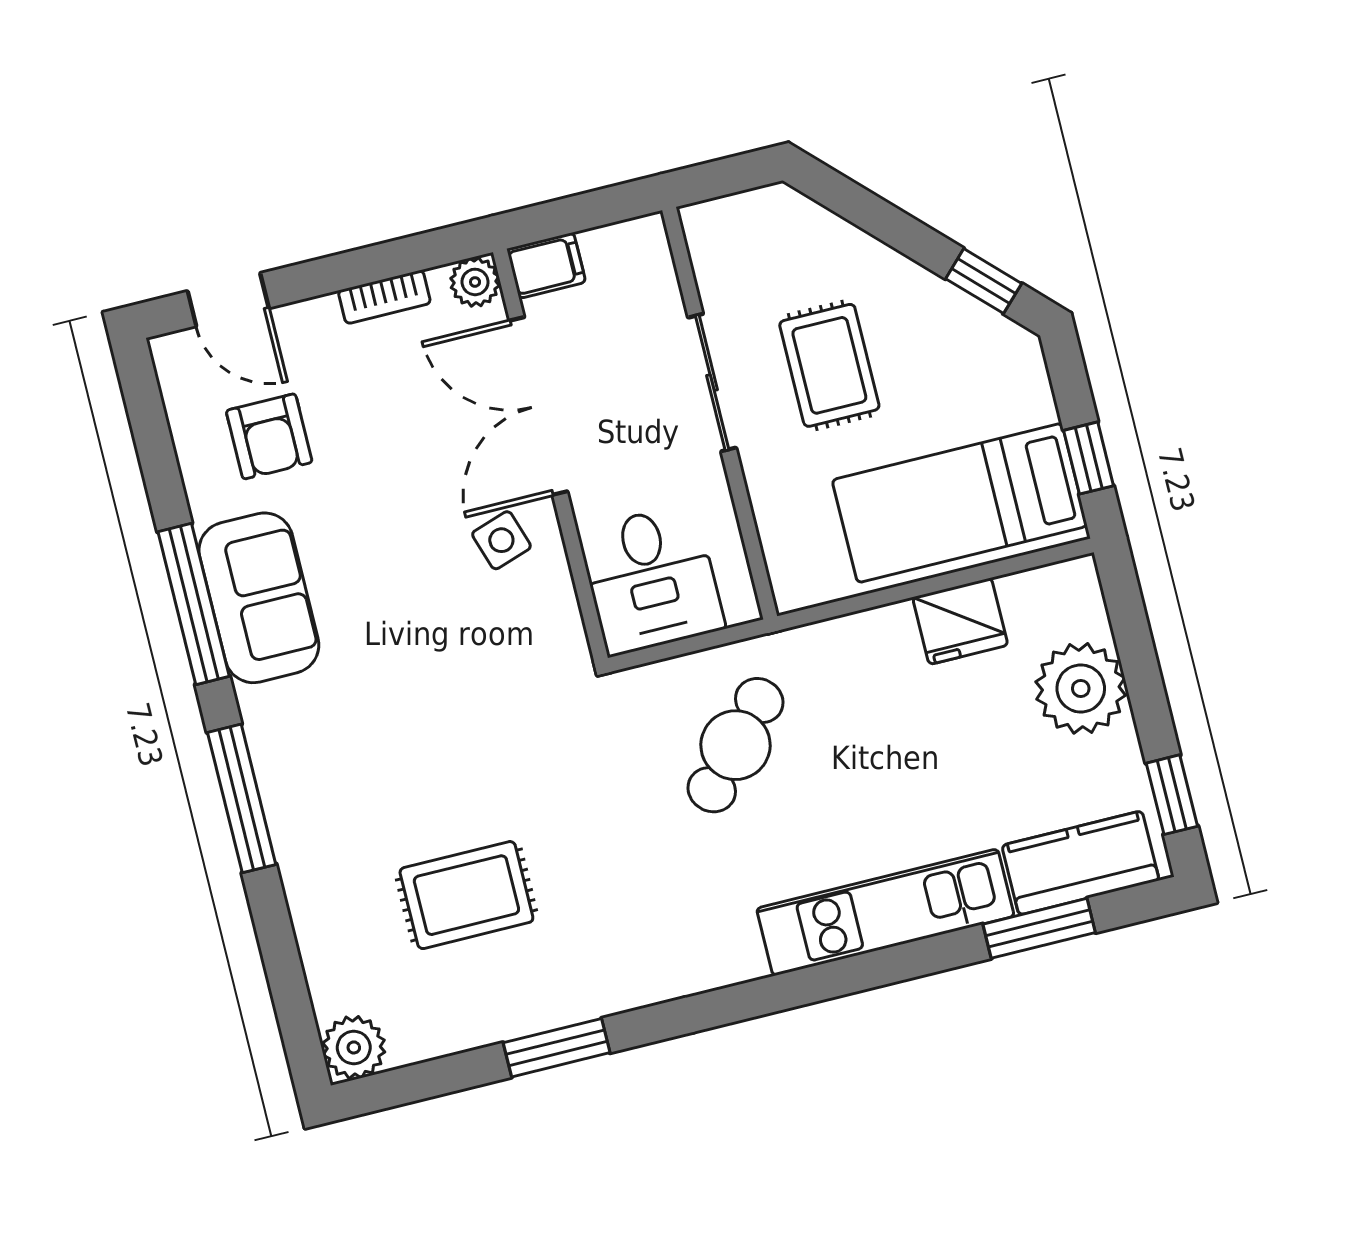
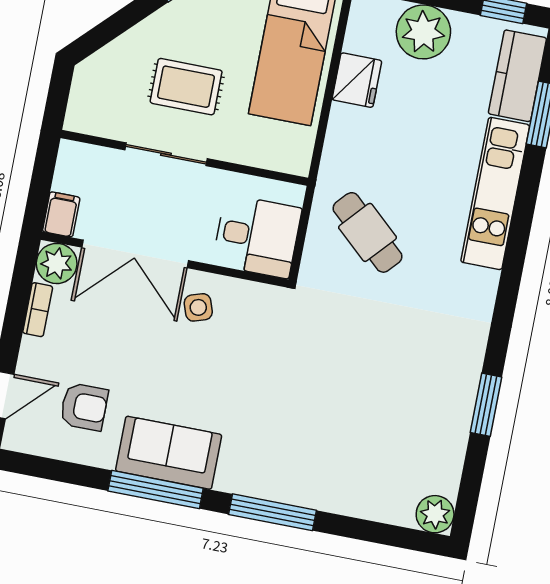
plant: (475, 282) -> (57, 263), width x1.38, depth x1.38
rug: (466, 895) -> (381, 415), removed

